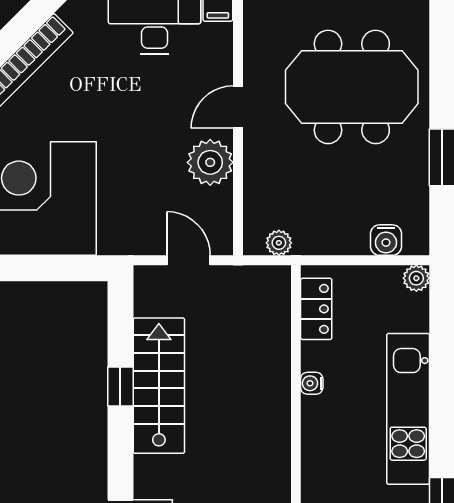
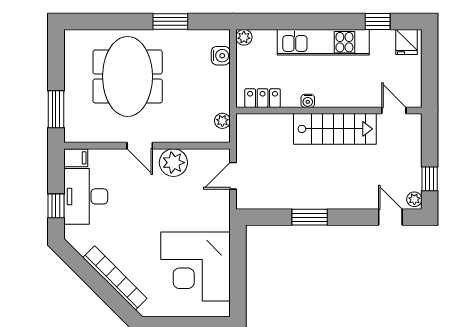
window: (120, 386) -> (310, 217), width x1.50
stairs: (159, 386) -> (335, 129), moved, turned 180

